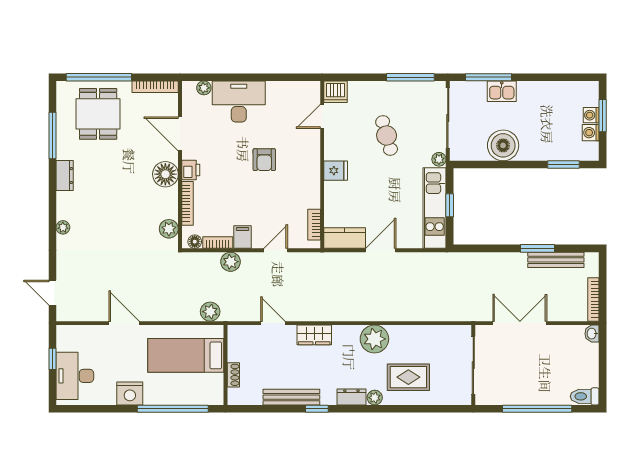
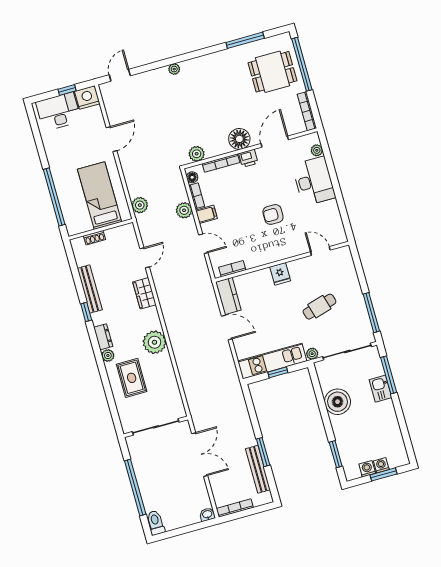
dishwasher: (336, 92) -> (343, 256), removed
dresser: (65, 176) -> (216, 59), removed
nightstand: (130, 393) -> (87, 97), moved, turned 90

